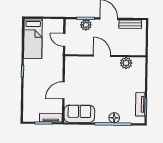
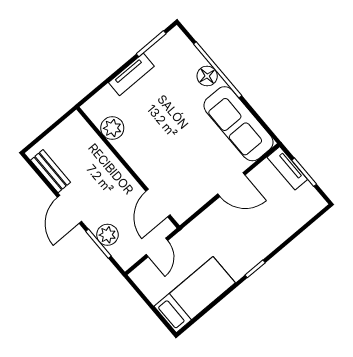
door: (102, 56) -> (158, 203), moved
tv unit: (140, 104) -> (131, 74), moved
sofa: (79, 114) -> (239, 124), width x1.36

